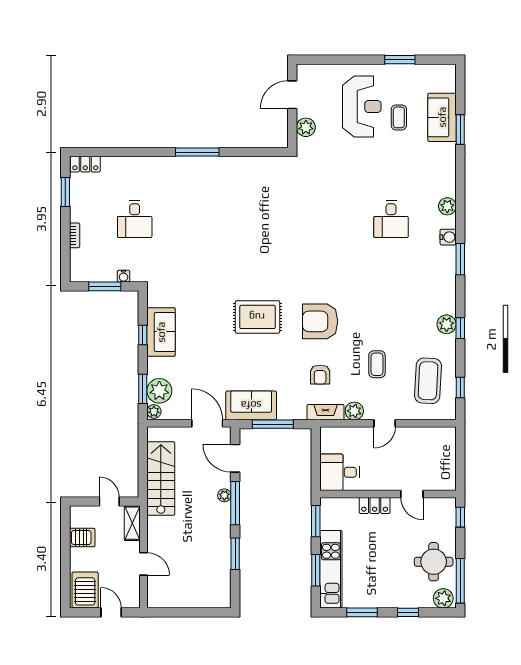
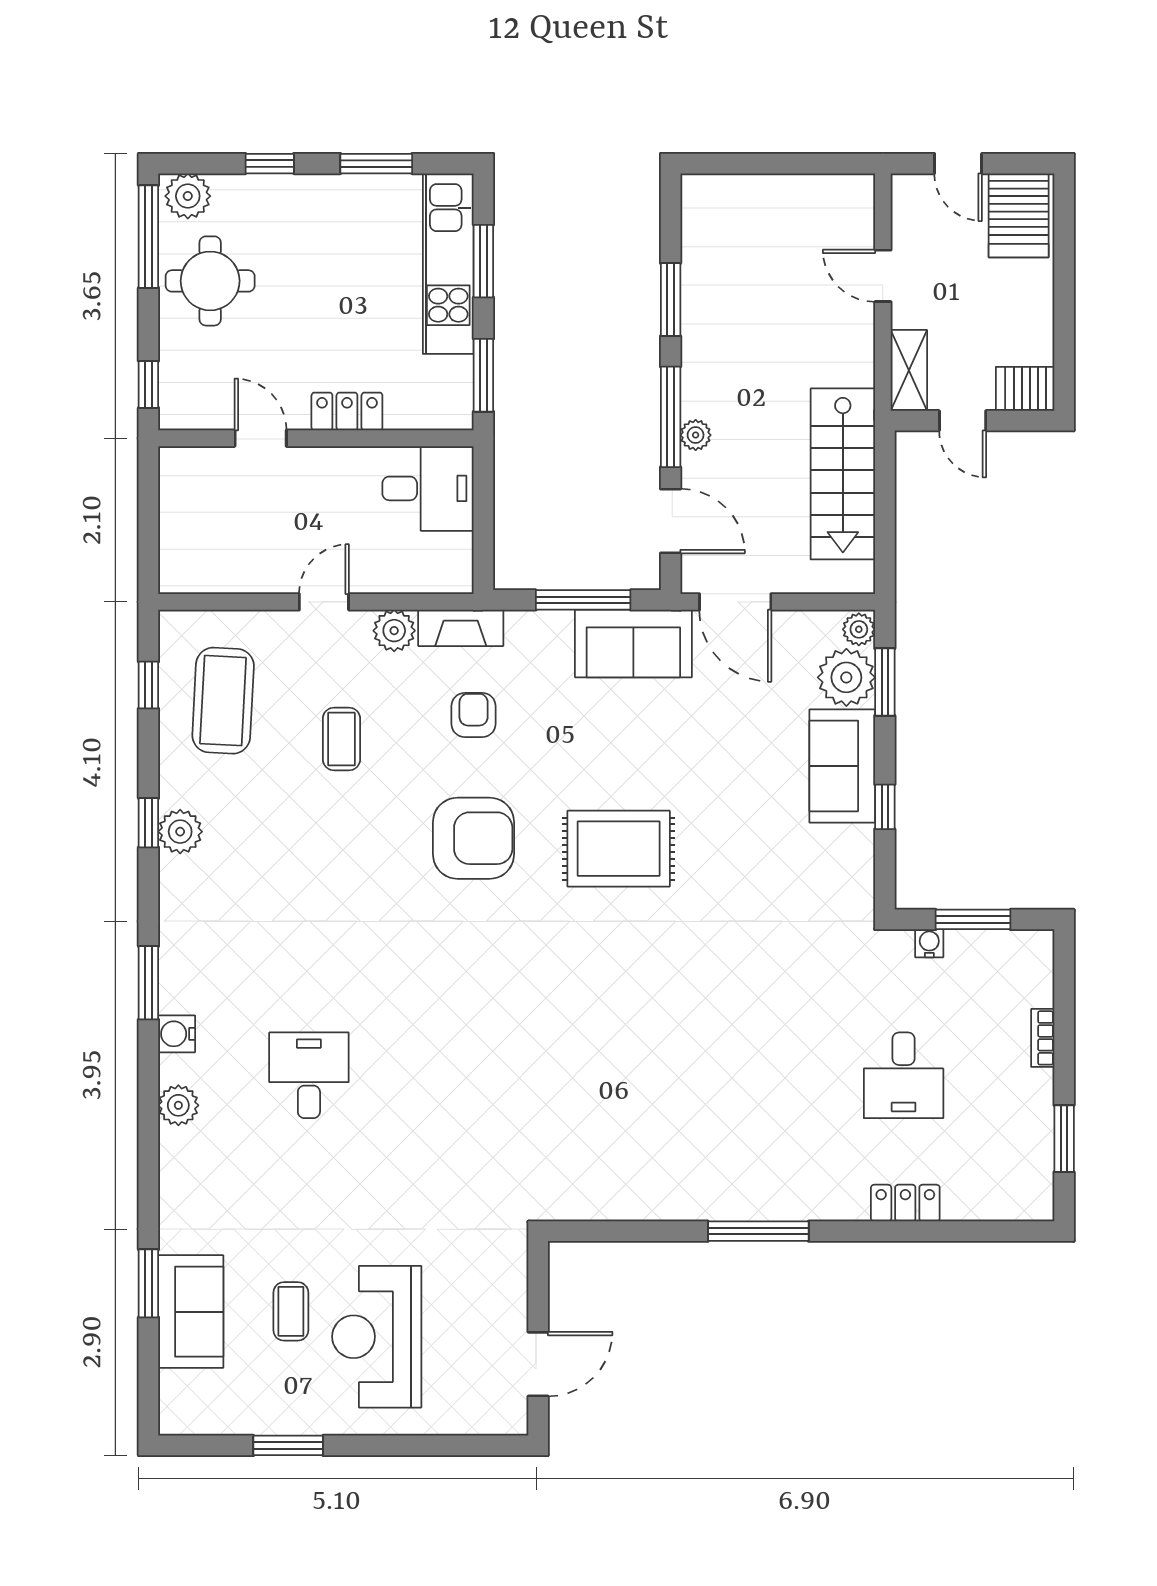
plant: (306, 127) -> (507, 1289), removed
locker: (85, 164) -> (905, 1203), moved
desk: (135, 219) -> (904, 1075), turned 180
sofa: (161, 332) -> (842, 766), moved
server rack: (82, 537) -> (1025, 389), moved

